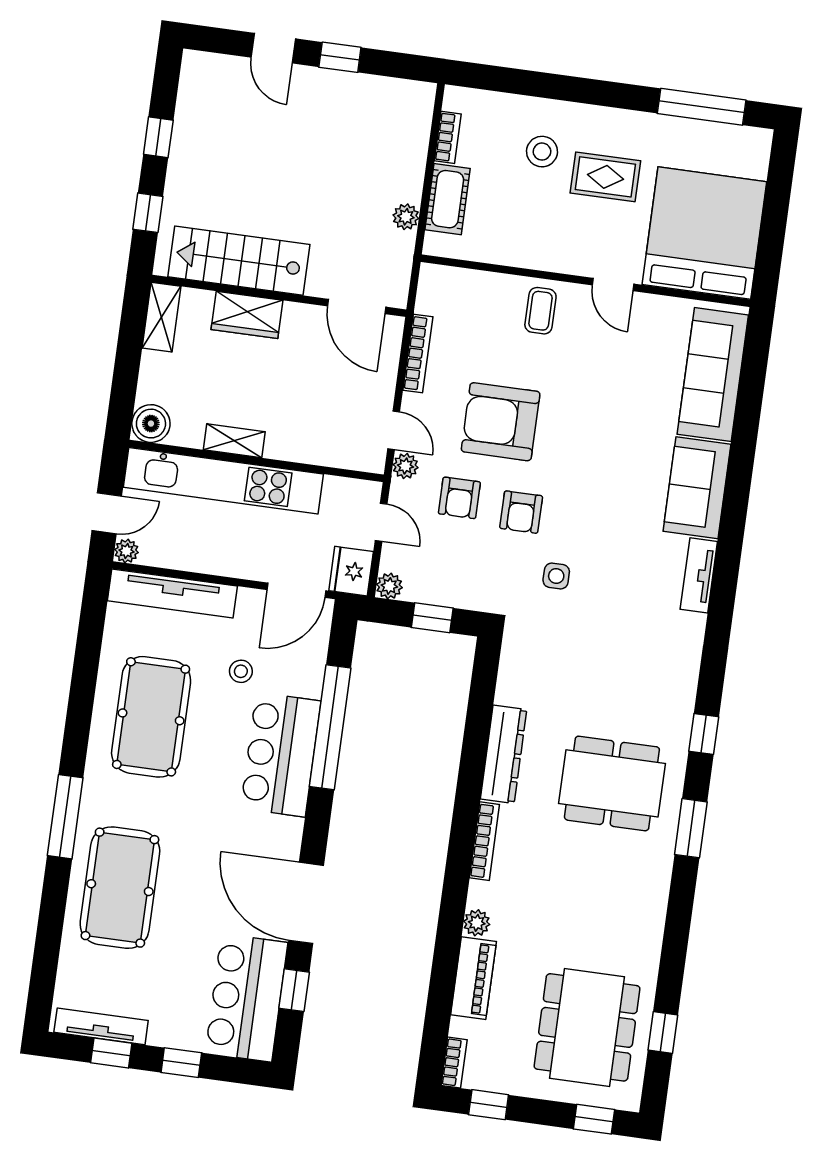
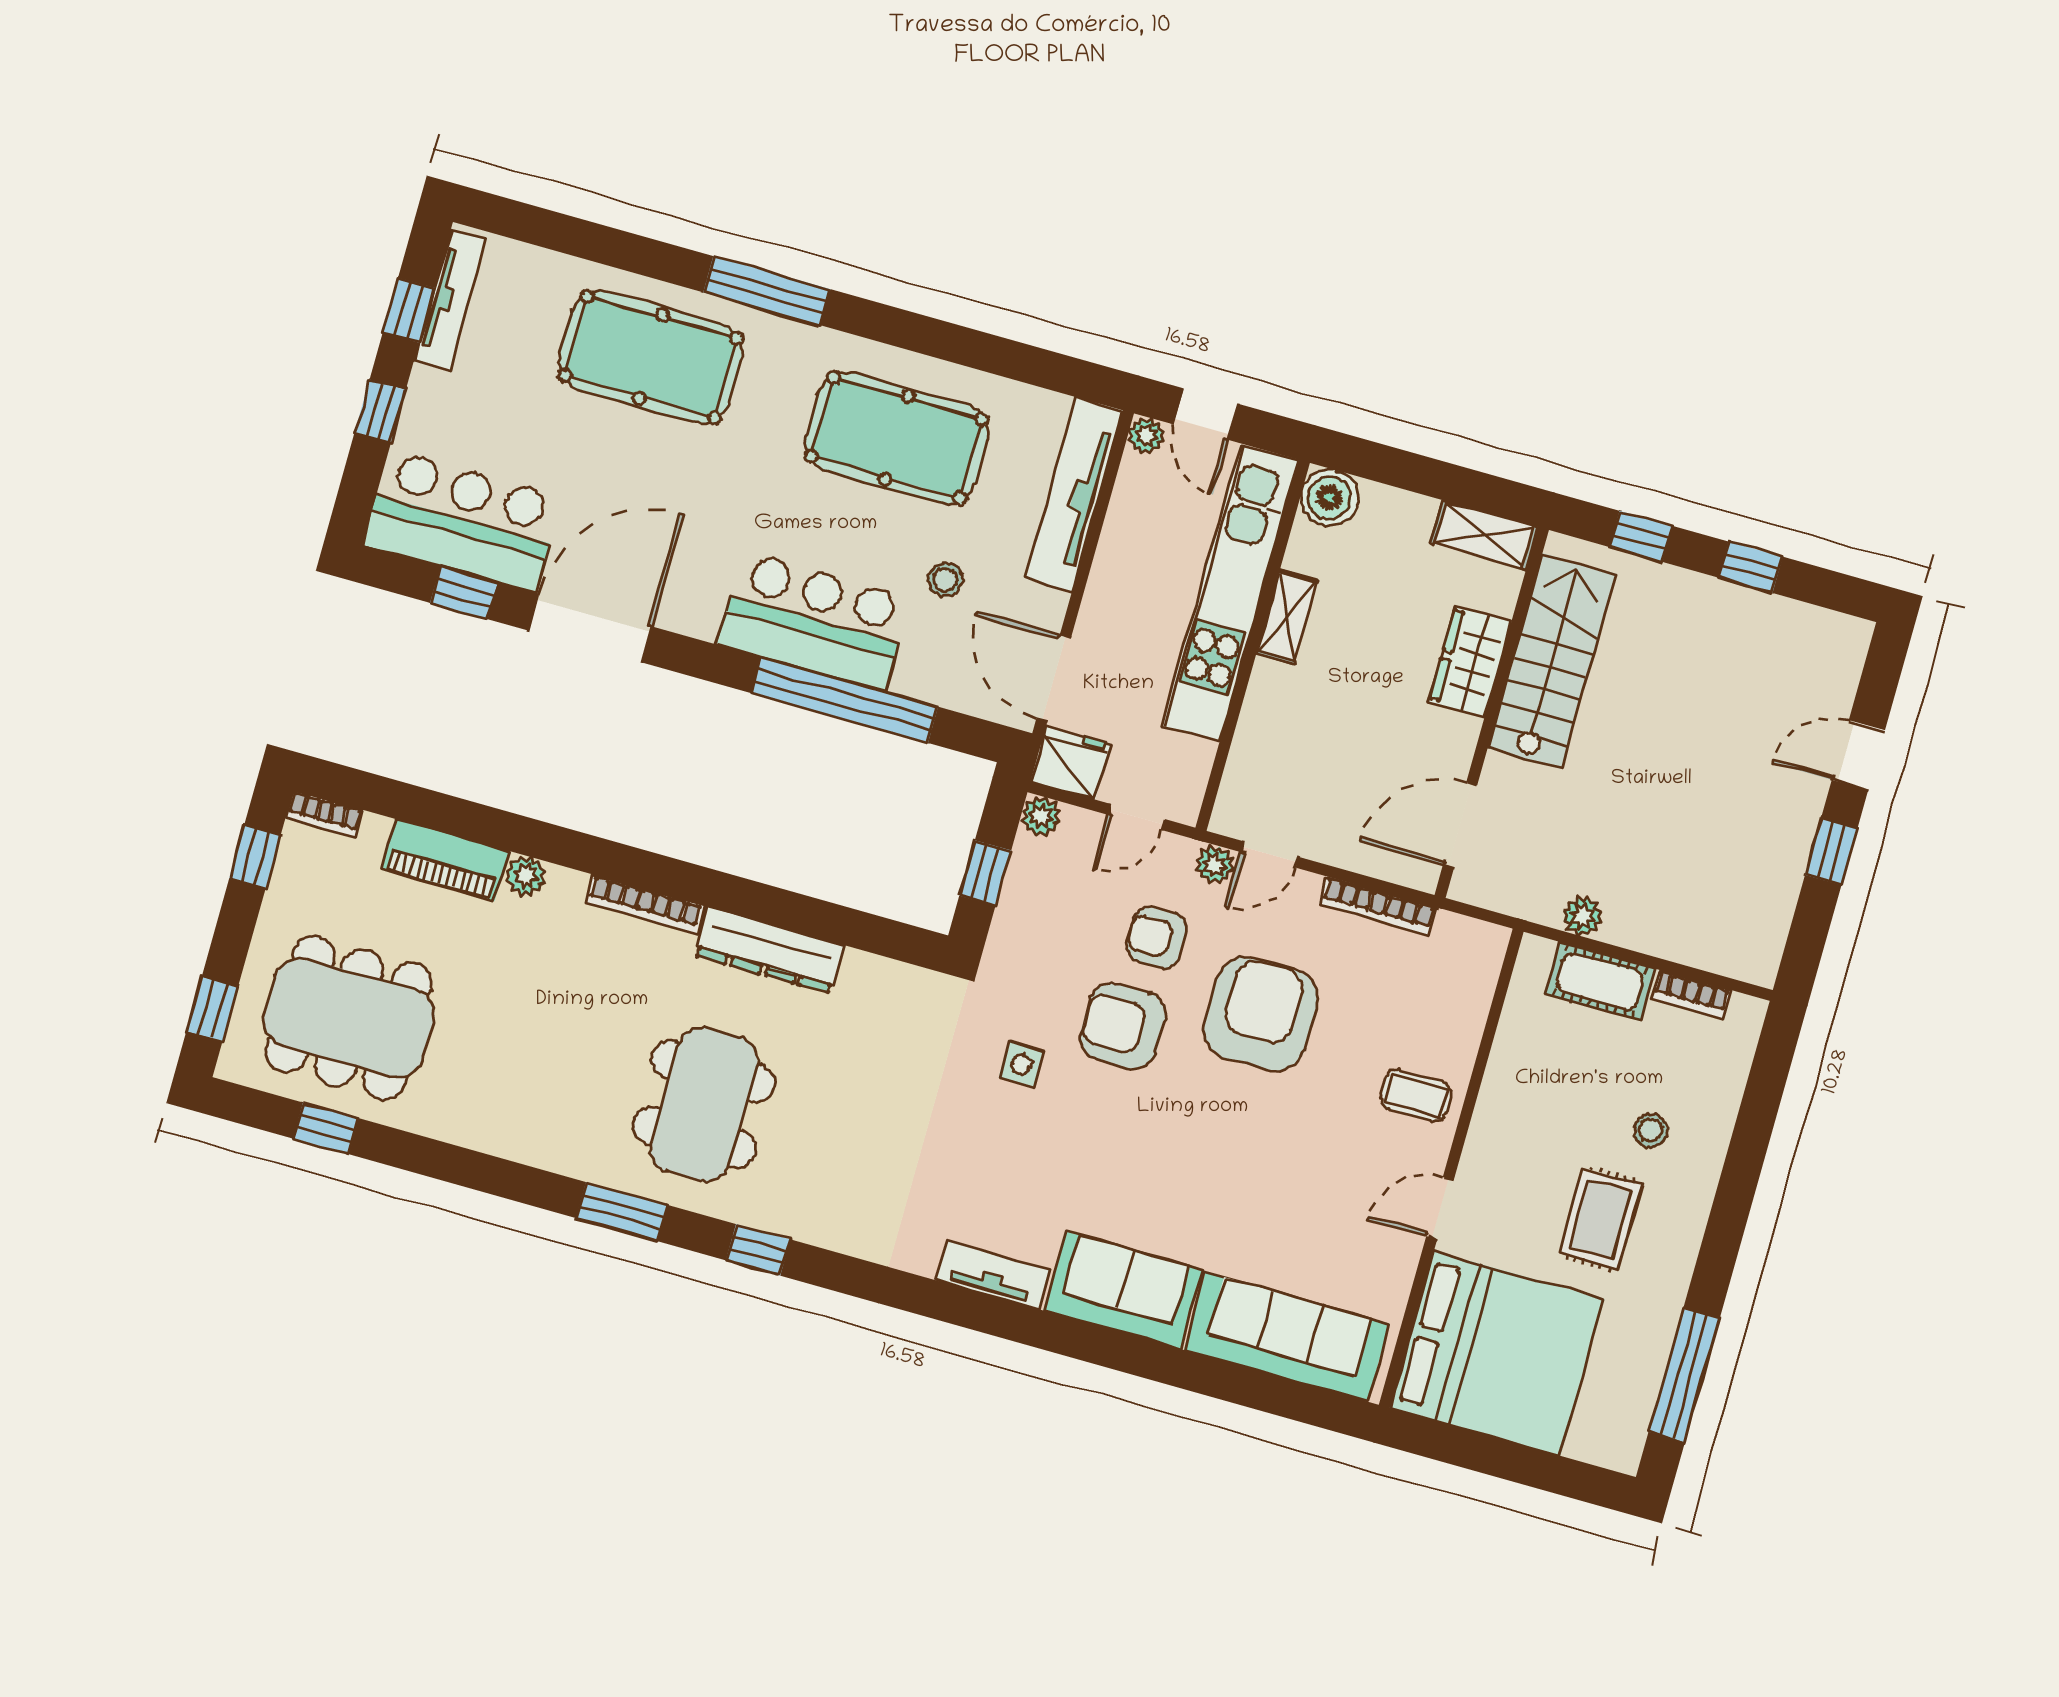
stool: (542, 152) -> (1651, 1130), width x0.73, depth x0.73
armchair: (521, 512) -> (1123, 1026), width x1.38, depth x1.38

